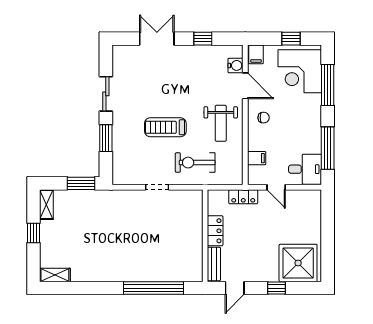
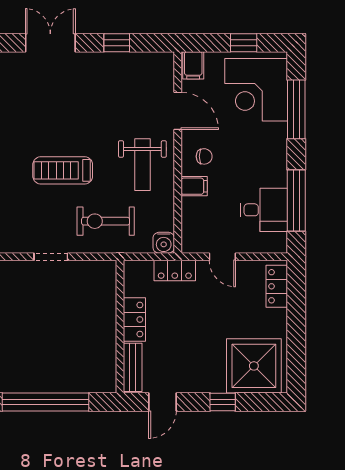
water cooler: (236, 65) -> (164, 243), moved, turned 90
filing cabinet: (257, 158) -> (194, 186), moved
desk: (305, 169) -> (264, 210), moved
locker: (314, 208) -> (277, 286), added

